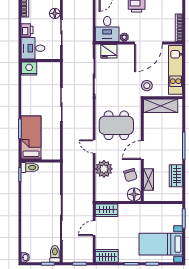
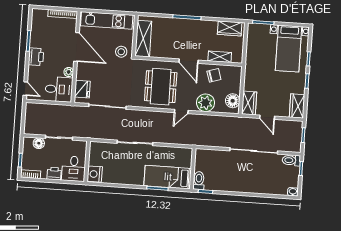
wardrobe: (176, 176) -> (230, 28), moved
floor lamp: (134, 194) -> (233, 101), moved

